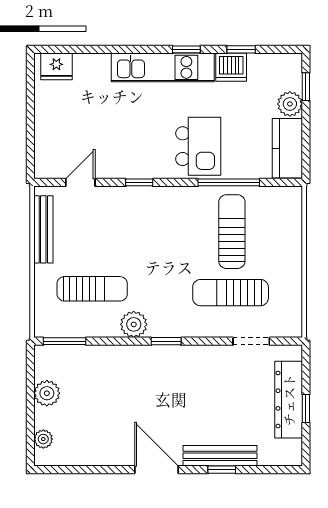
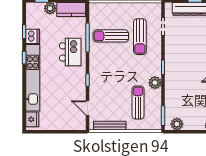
kitchen unit: (163, 67) -> (33, 78), width x1.36
kitchen island: (198, 146) -> (70, 52), turned 90
plant: (47, 393) -> (177, 124), moved

